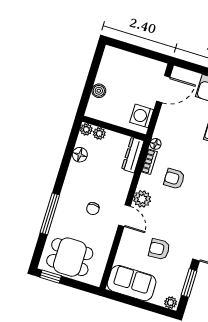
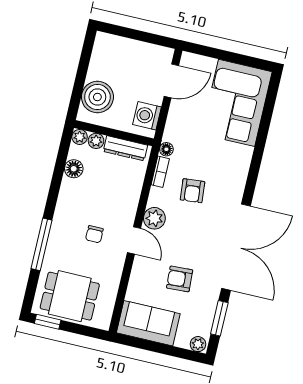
boiler: (99, 91) -> (97, 97), width x1.86, depth x1.86
dresser: (133, 155) -> (125, 148), moved, turned -90
armchair: (174, 179) -> (192, 191), turned -95

